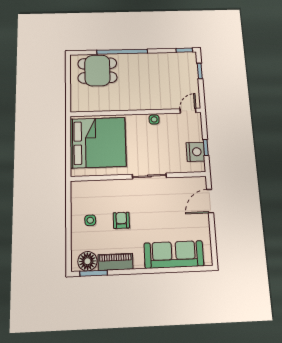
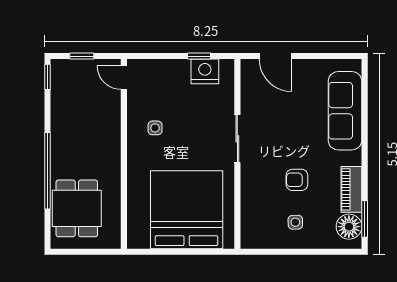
door: (188, 111) -> (124, 78), moved
wall: (136, 112) -> (124, 154), moved

